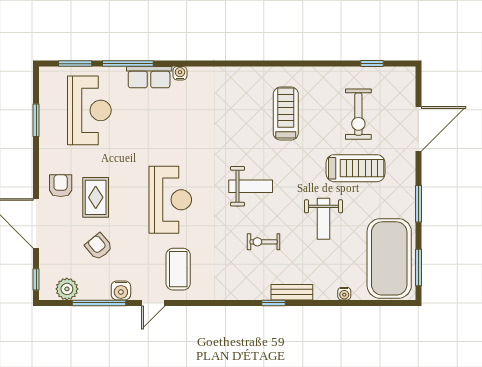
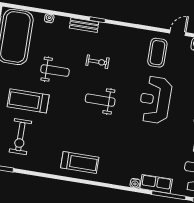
treadmill: (286, 114) -> (80, 162), moved, turned -90
exercise bike: (358, 114) -> (20, 137), turned 180
weight bench: (324, 219) -> (55, 71), turned 90

